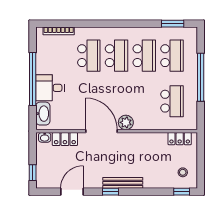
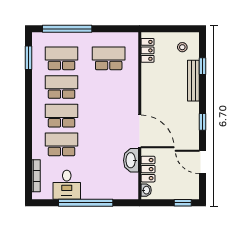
window: (201, 77) -> (67, 29), moved
desk: (50, 88) -> (67, 185), moved
washbasin: (43, 114) -> (131, 160), moved, turned -90
plant: (126, 122) -> (131, 106), removed
door: (101, 131) -> (140, 131), swing flipped
bench: (123, 183) -> (193, 81), moved
window: (182, 192) -> (202, 66), moved

